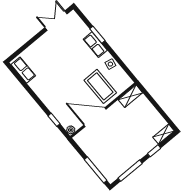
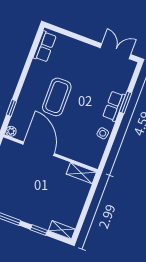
coffee table: (100, 86) -> (57, 97), moved

